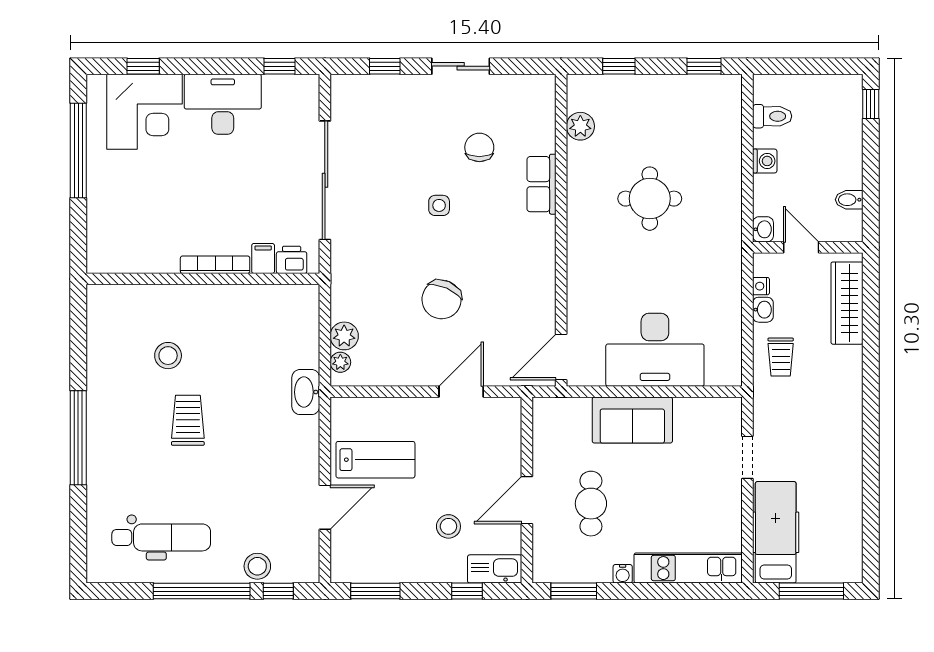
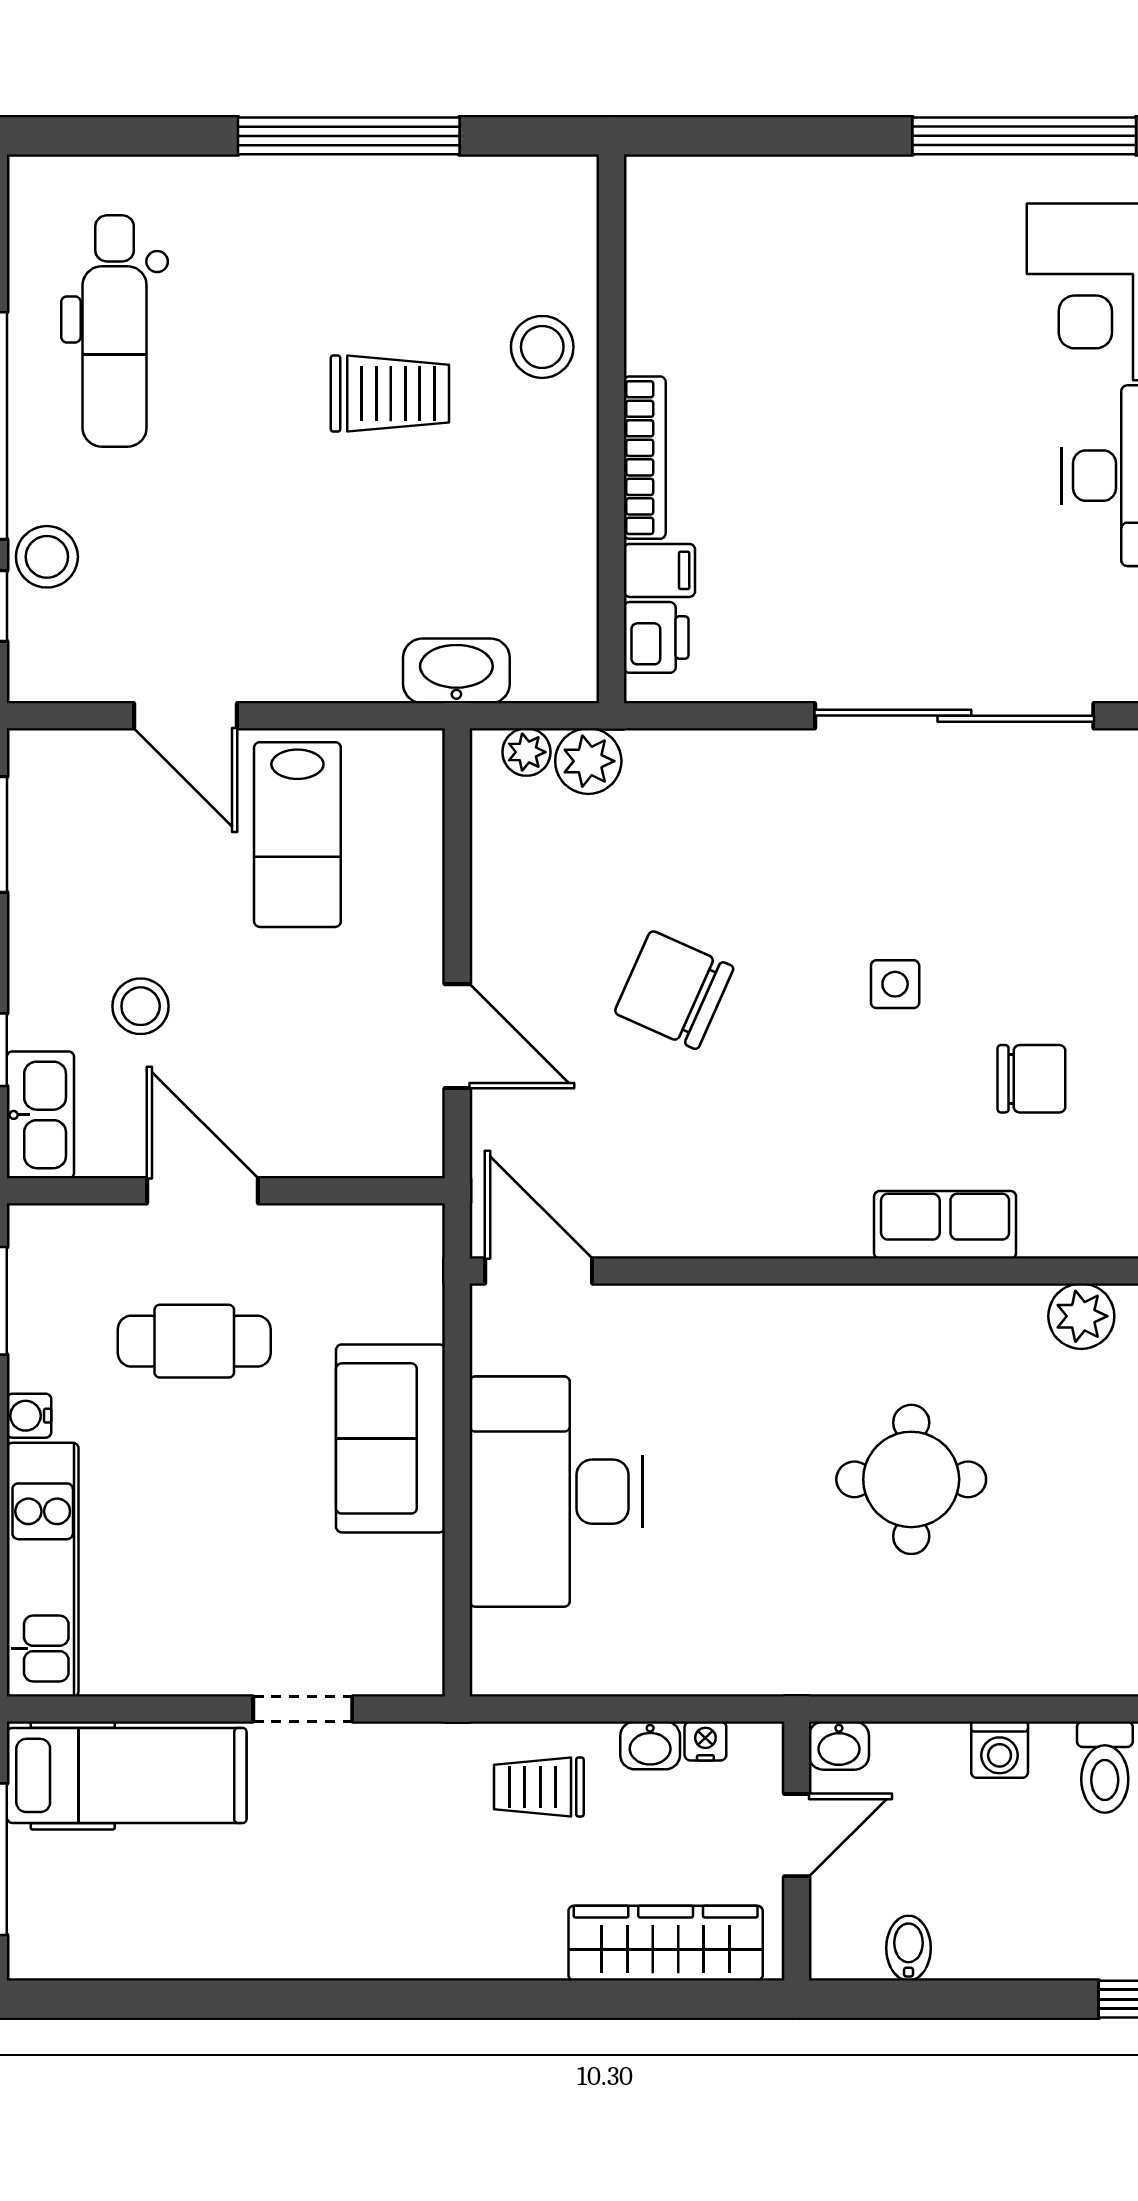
filing cabinet: (263, 258) -> (659, 570), moved
printer: (292, 260) -> (656, 637), moved
bookcase: (215, 265) -> (645, 458), moved
wall: (203, 279) -> (612, 429), moved

